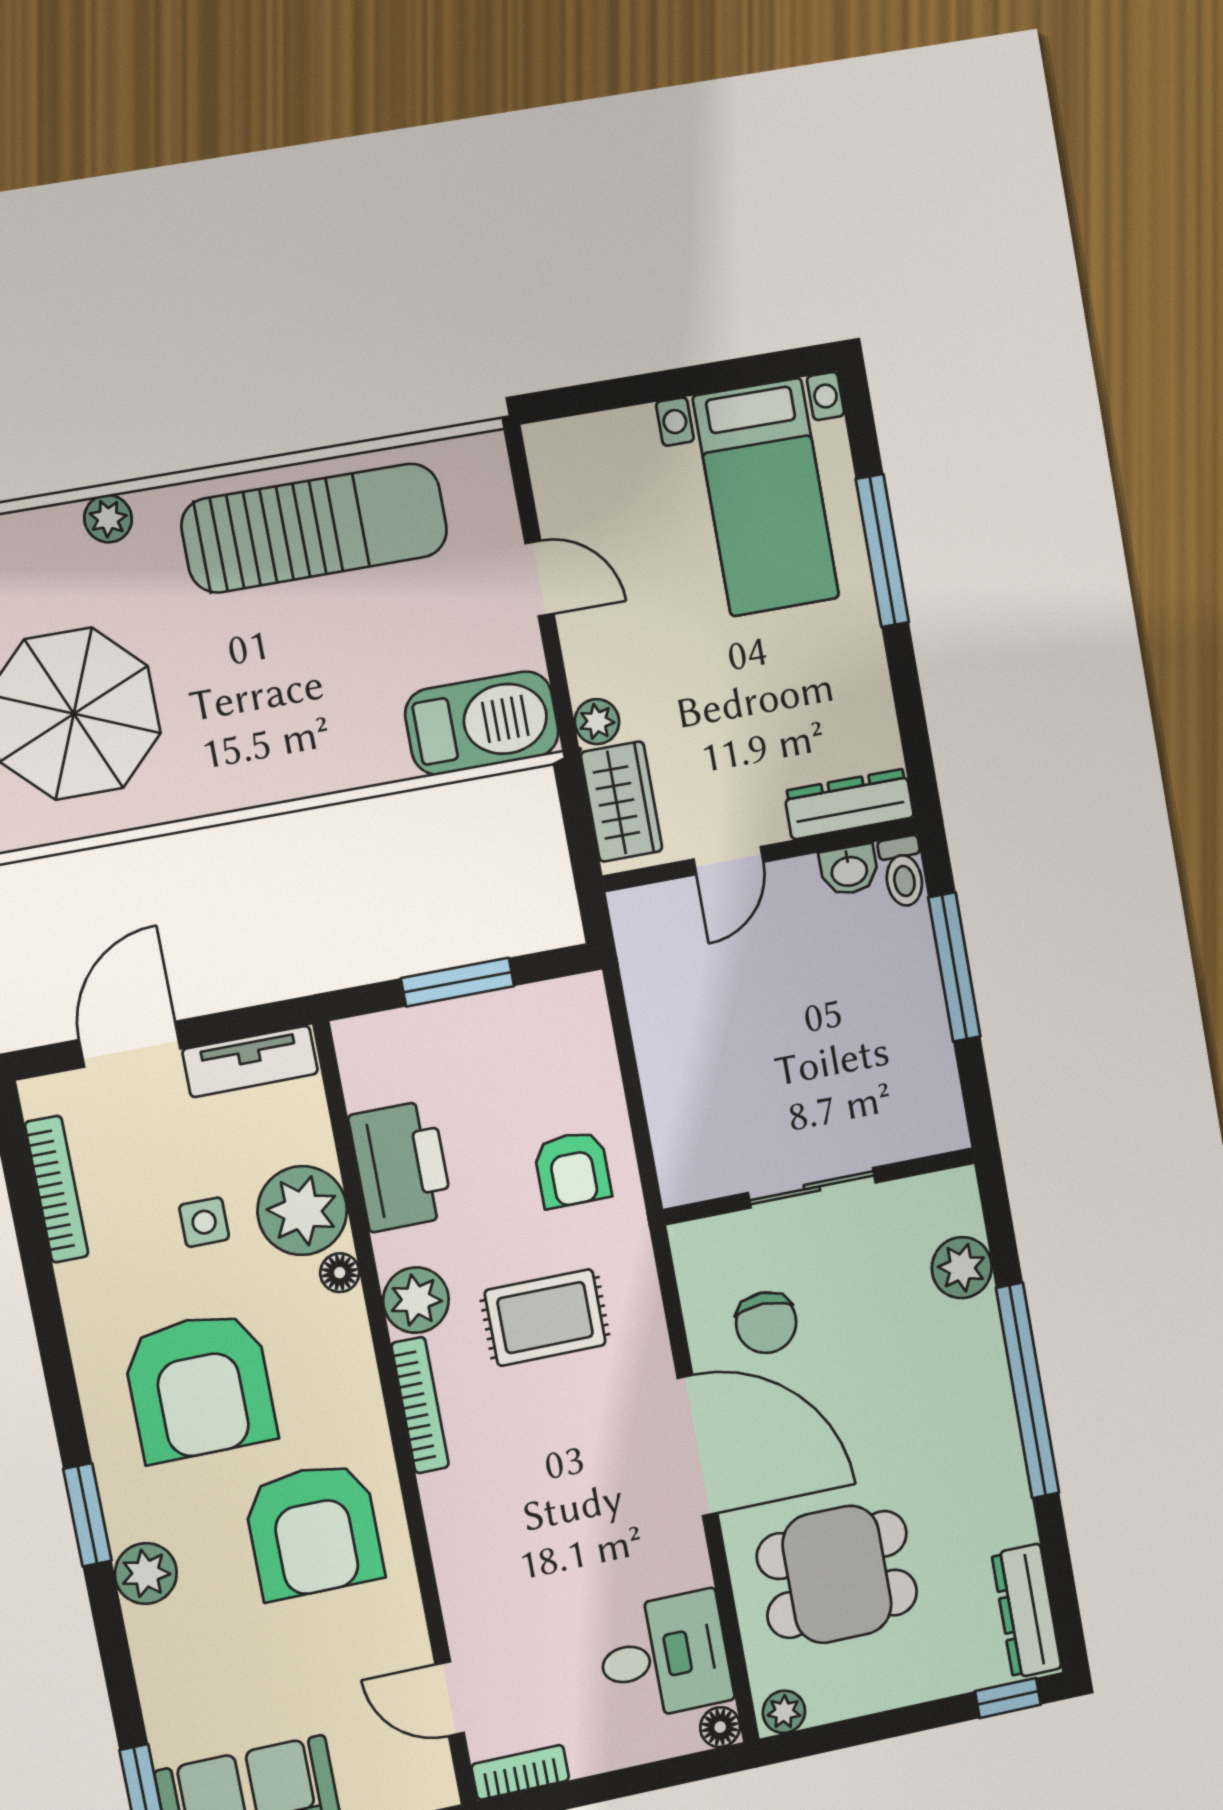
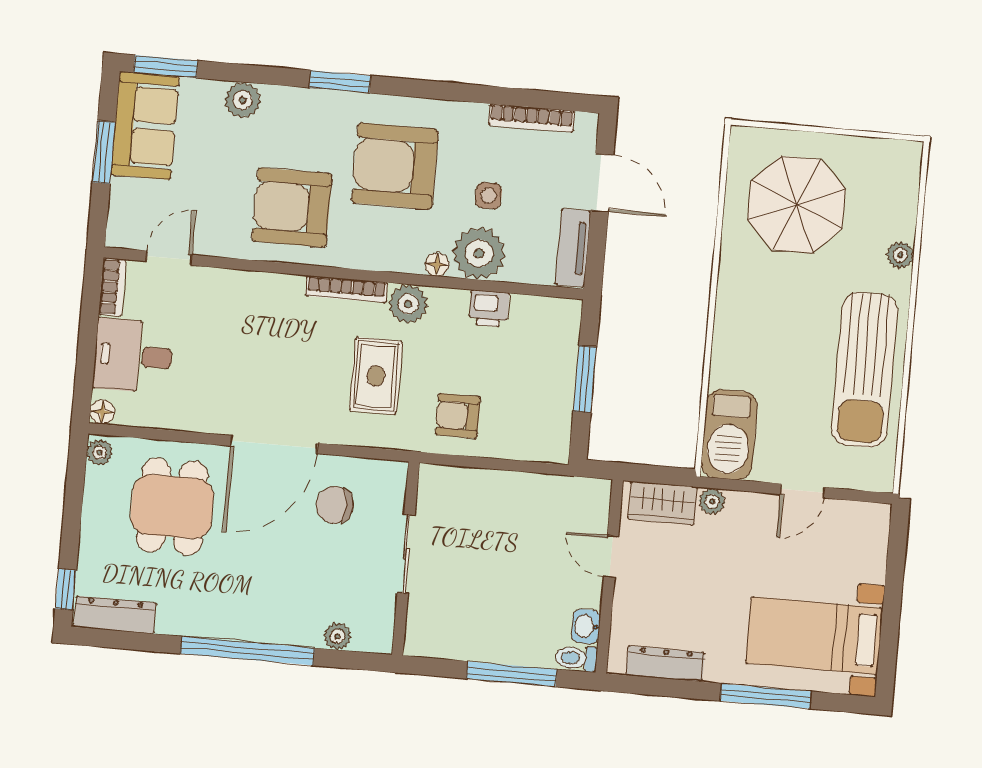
dresser: (849, 804) -> (665, 664), moved, turned -90
printer: (401, 1166) -> (489, 309), width x0.53, depth x0.68
plant: (962, 1268) -> (337, 636), width x0.73, depth x0.73
plant: (146, 1573) -> (243, 100), moved
desk: (664, 1656) -> (133, 356), moved, turned 90

